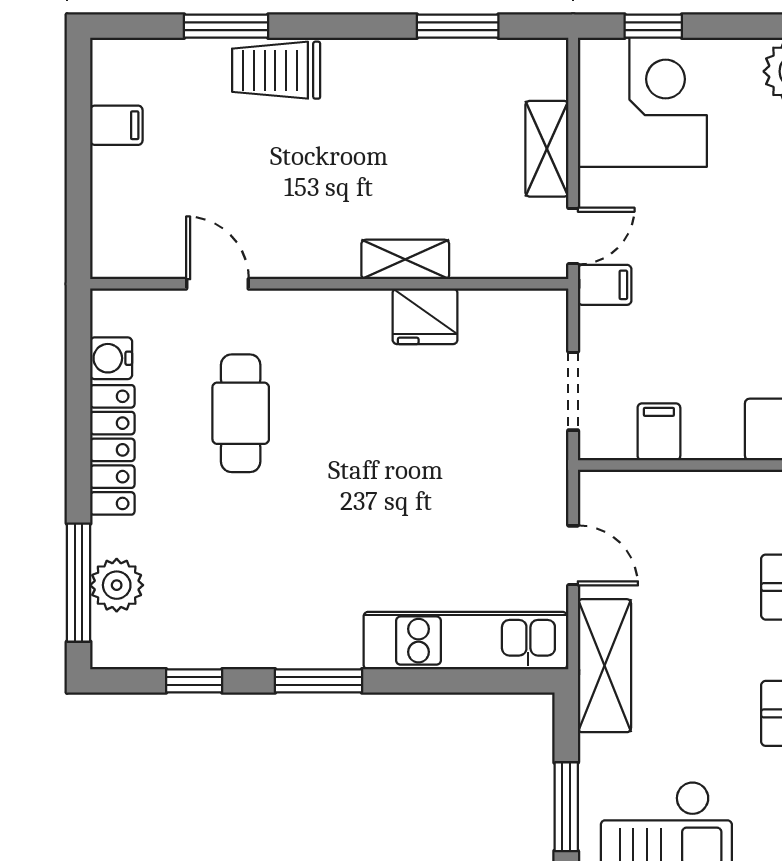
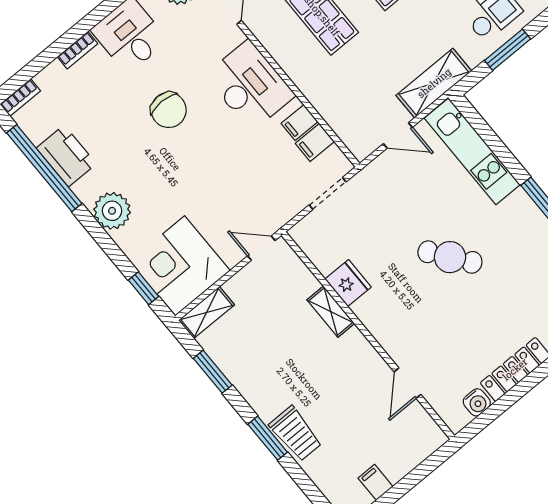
window: (226, 26) -> (268, 438), moved
shelving: (547, 149) -> (206, 313), moved
filing cabinet: (605, 285) -> (299, 123), moved, turned -90
cafe table: (241, 413) -> (450, 257), moved, turned 53
door: (573, 555) -> (398, 135), swing flipped

